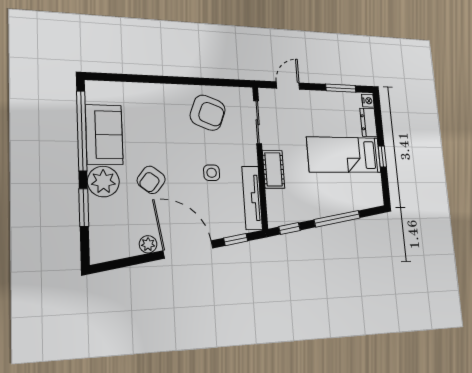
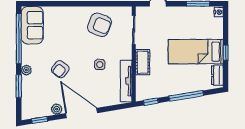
dresser: (368, 122) -> (217, 75), moved
sofa: (104, 135) -> (32, 25), moved
plant: (103, 182) -> (26, 70), width x0.53, depth x0.53
window: (236, 240) -> (40, 120), moved

